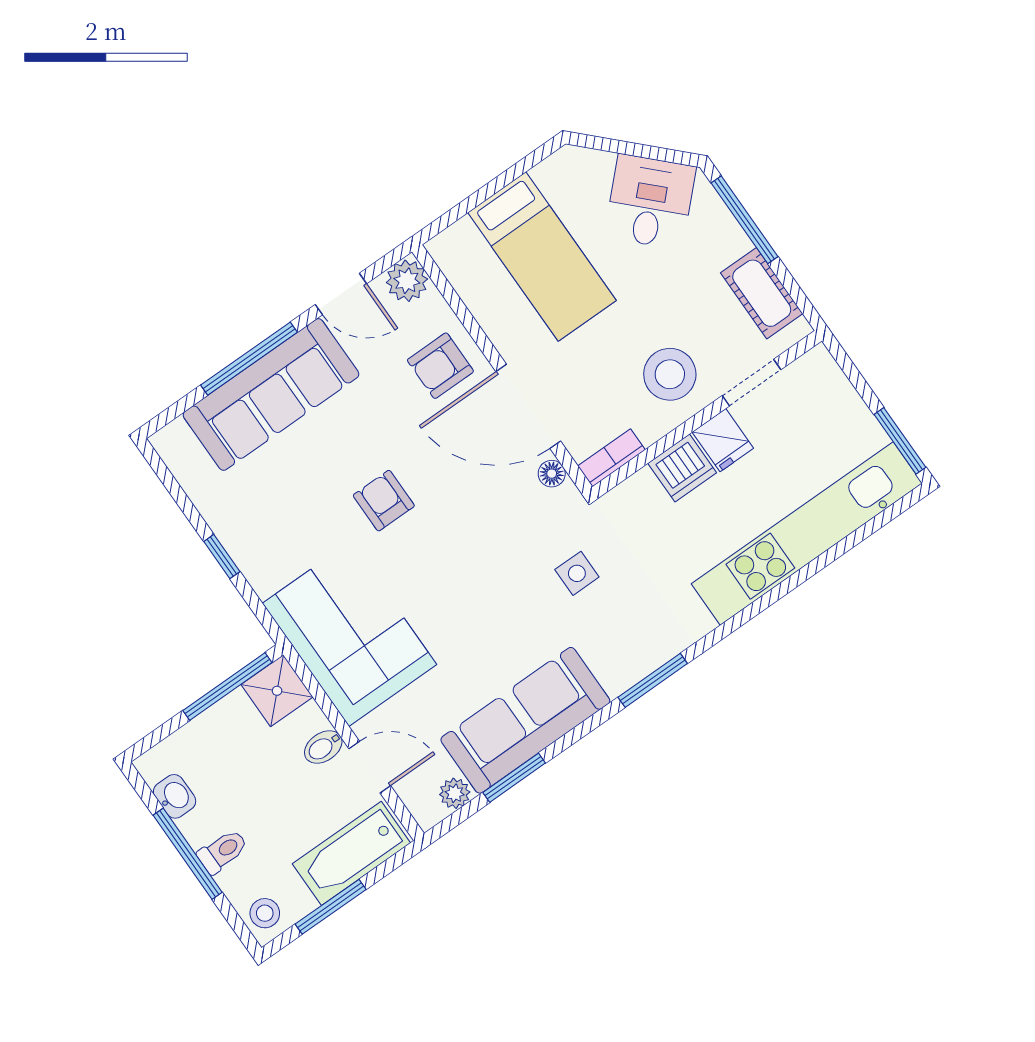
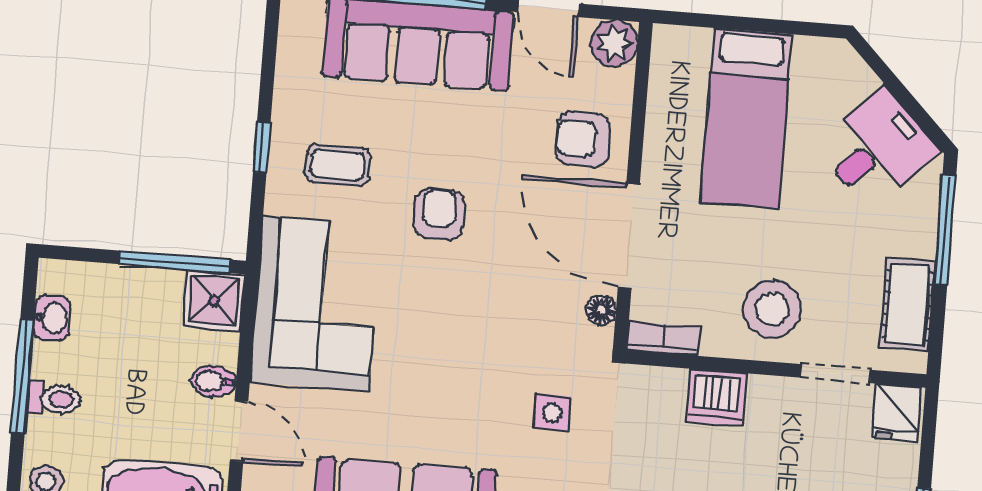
fridge: (723, 440) -> (897, 413), moved
coffee table: (285, 525) -> (338, 165), added

